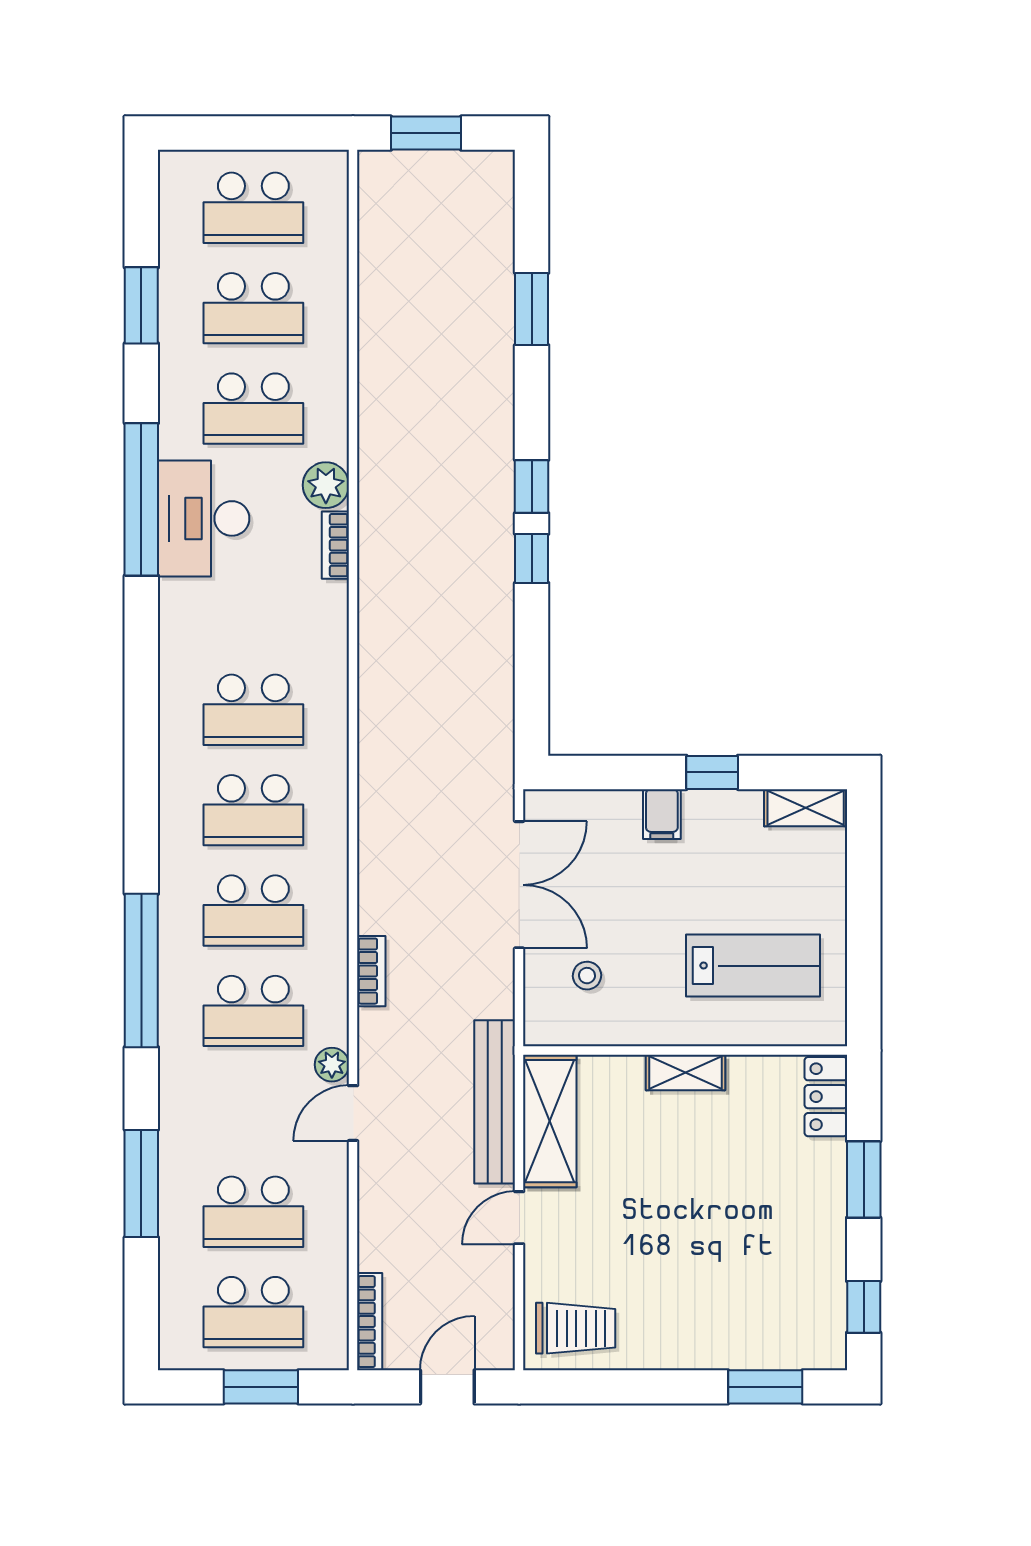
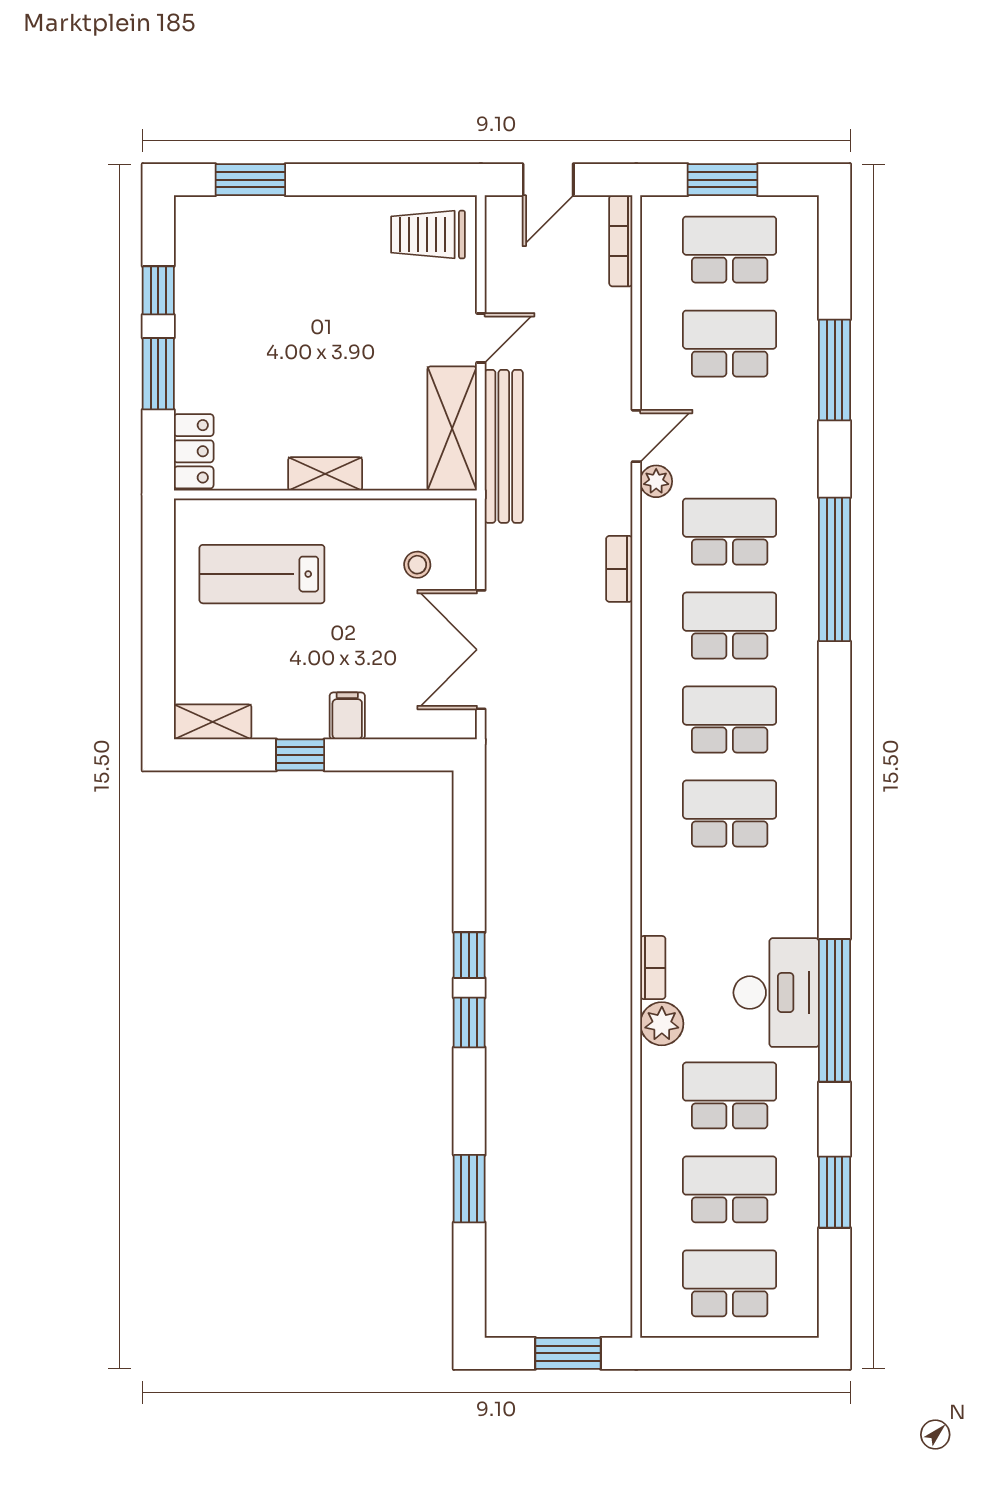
window: (864, 1307) -> (158, 290), moved

